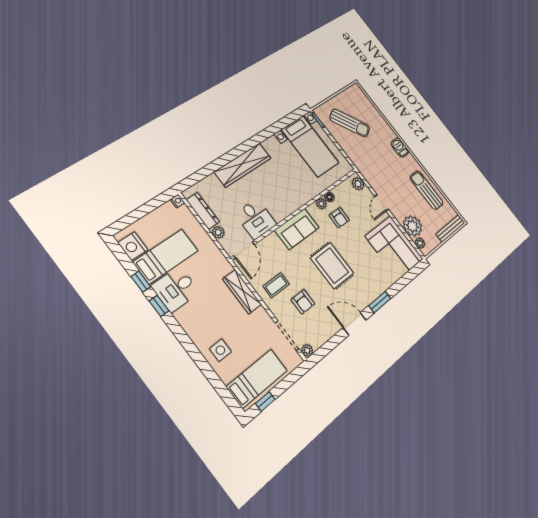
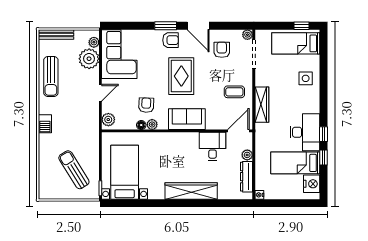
desk: (175, 289) -> (305, 132), width x1.37
armchair: (366, 292) -> (170, 40), added
armchair: (303, 302) -> (222, 50), moved

